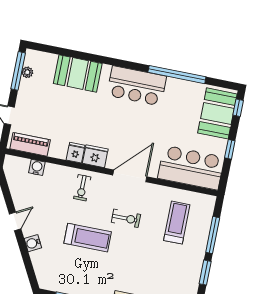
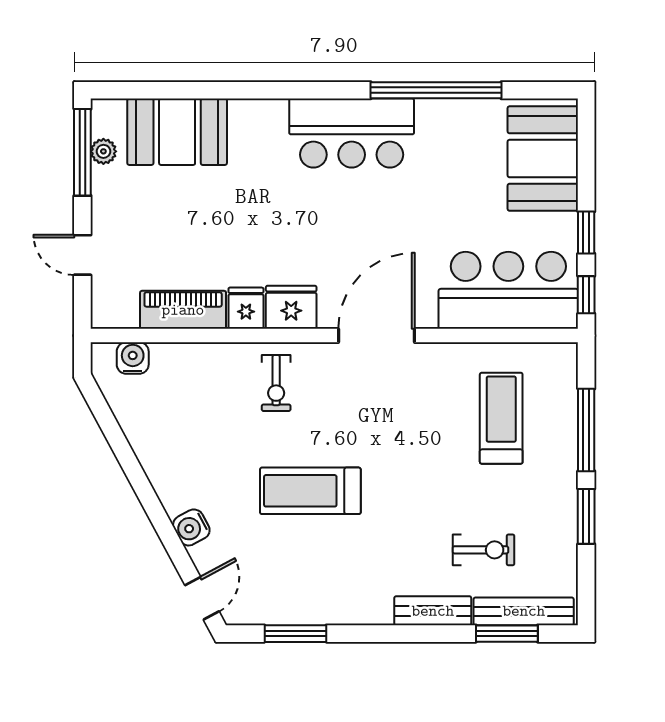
booth: (78, 73) -> (177, 132), moved
window: (238, 108) -> (586, 295), moved
piano: (30, 144) -> (183, 310), moved
water cooler: (37, 167) -> (133, 358), moved
exercise bike: (126, 218) -> (484, 550), moved
door: (15, 221) -> (202, 598), moved
treadmill: (88, 238) -> (310, 491), turned 180

